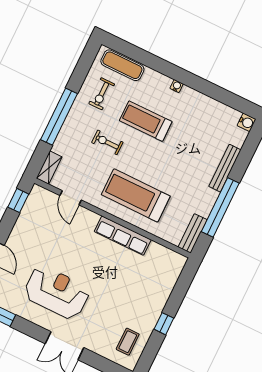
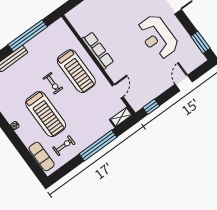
treadmill: (146, 121) -> (46, 114), width x1.37, depth x1.38
exercise bike: (107, 142) -> (53, 83), moved
bench: (193, 233) -> (54, 29), removed

